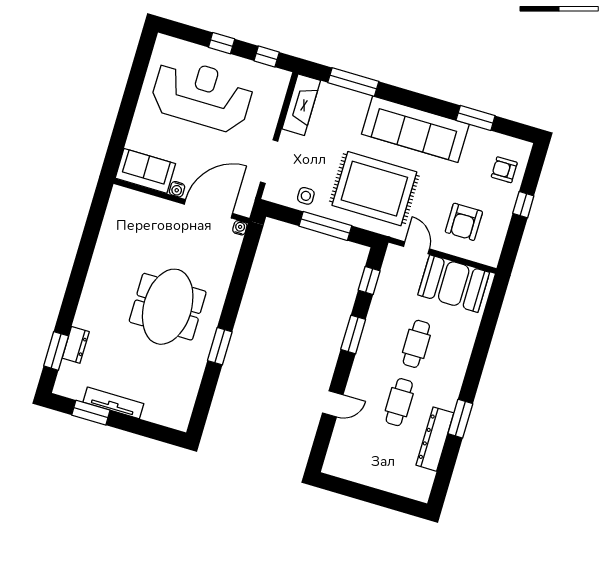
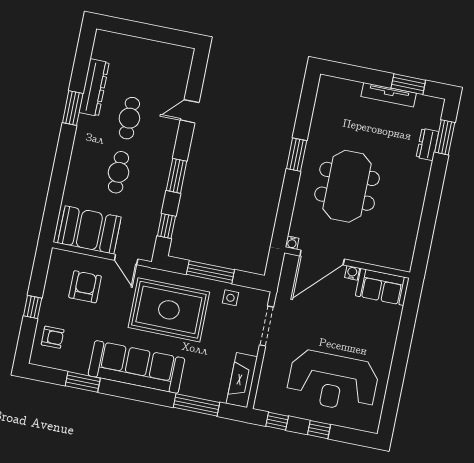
sofa: (145, 171) -> (382, 287), moved
water cooler: (177, 189) -> (352, 273), moved
wall: (181, 201) -> (347, 263), moved
door: (208, 209) -> (322, 258), moved
water cooler: (240, 228) -> (292, 243), moved

